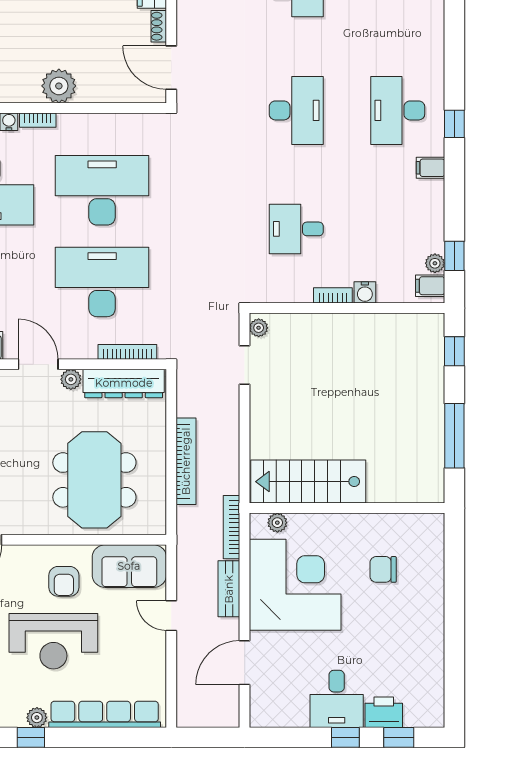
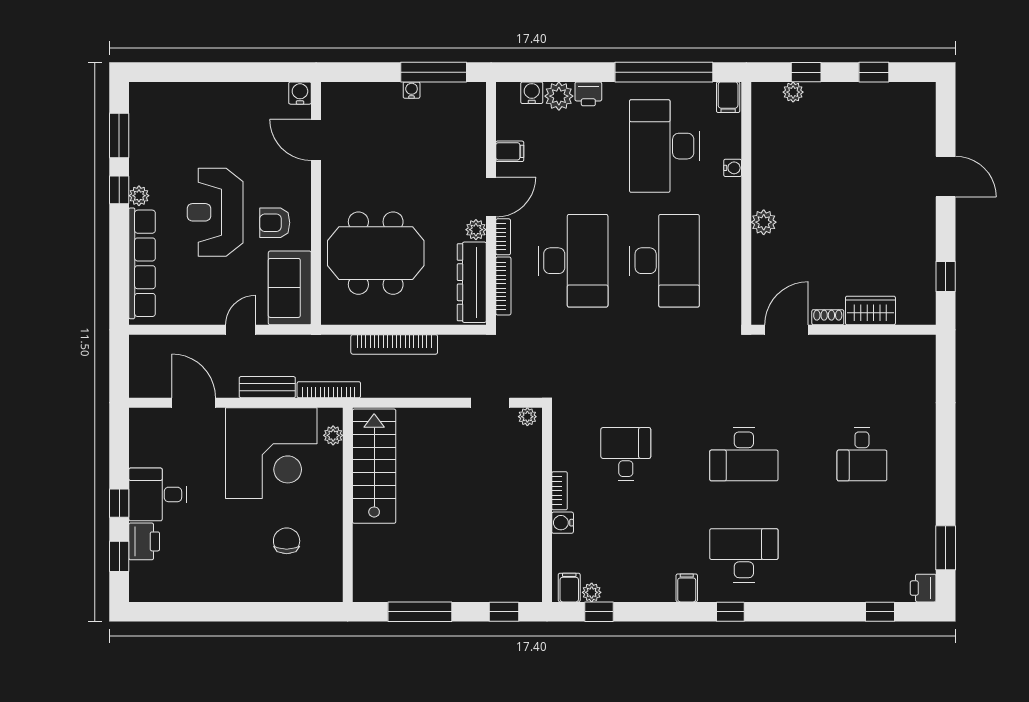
plant: (59, 86) -> (764, 222), width x0.73, depth x0.73
bookcase: (38, 120) -> (503, 237), moved, turned 180

